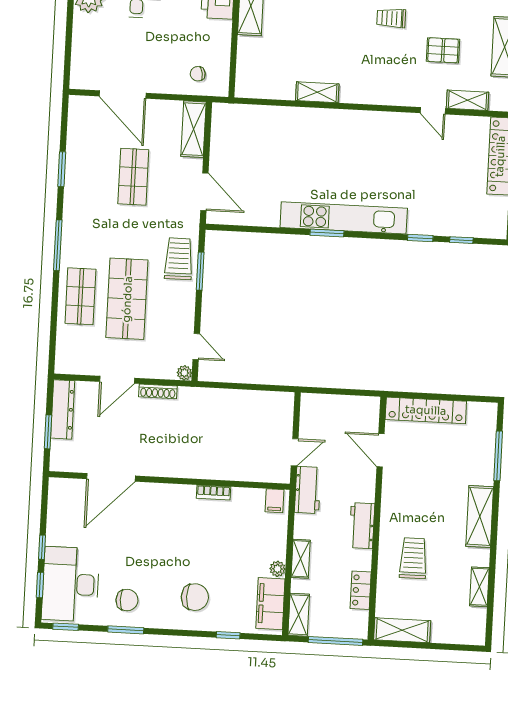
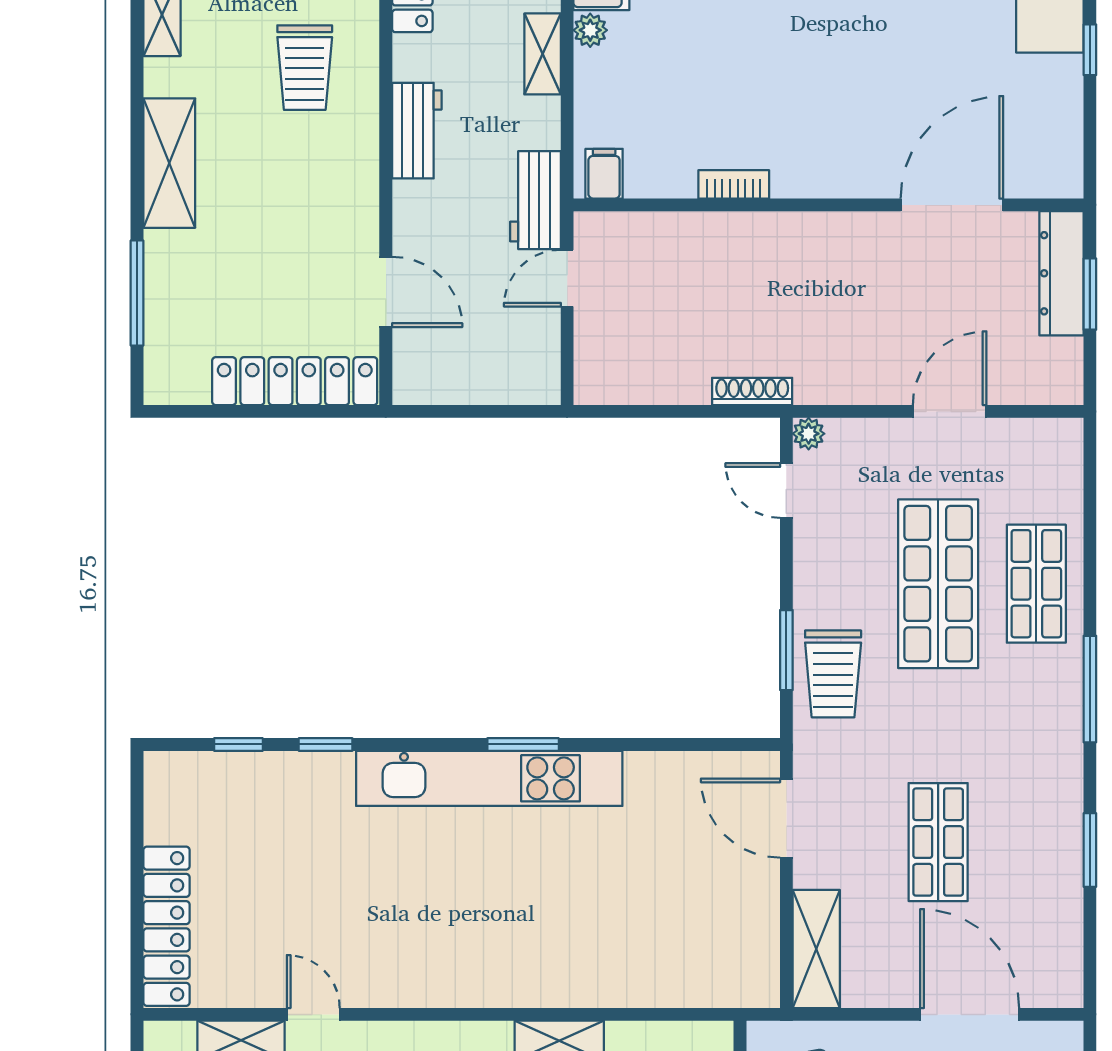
shoe rack: (158, 391) -> (752, 391), moved
dresser: (63, 409) -> (1061, 273), moved

